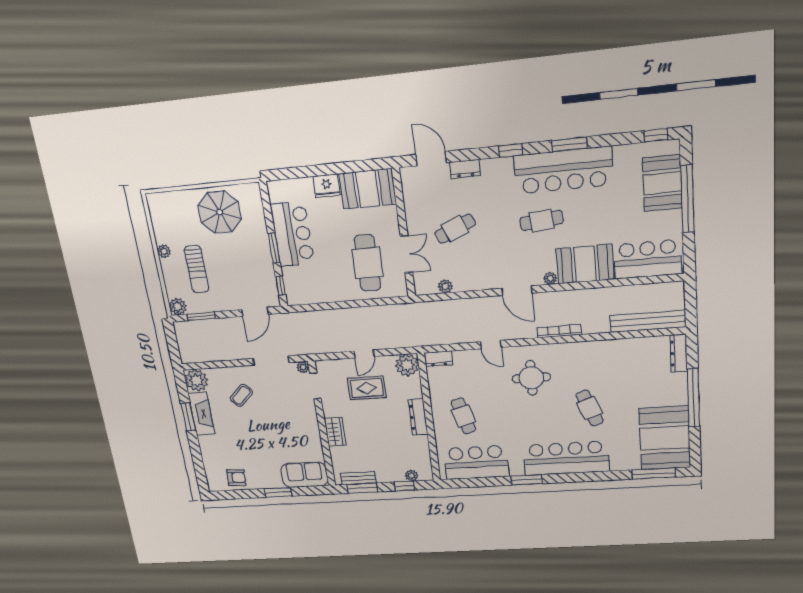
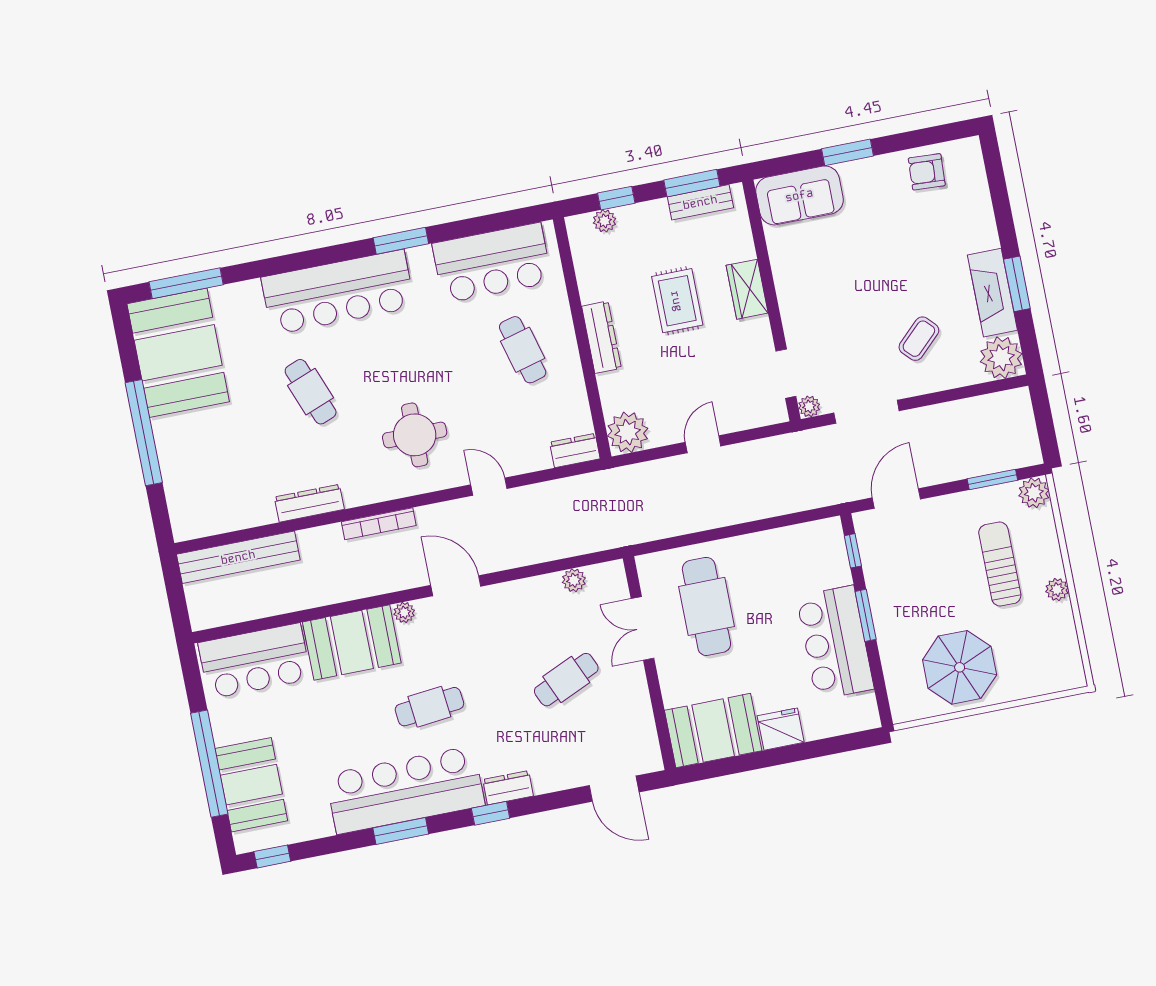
dresser: (465, 169) -> (508, 788), moved
dresser: (679, 353) -> (309, 503), moved, turned -90
rug: (367, 388) -> (677, 301), moved, turned 90

